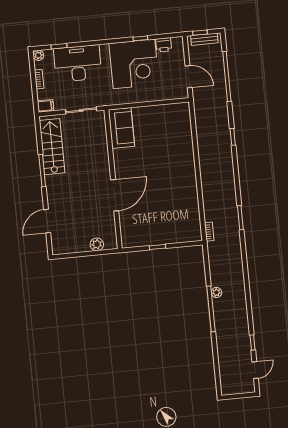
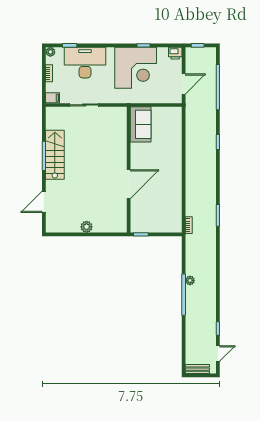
bench: (204, 39) -> (197, 369), moved
printer: (164, 45) -> (175, 53), moved
door: (189, 77) -> (184, 84), hinge flipped
sofa: (121, 128) -> (141, 124), moved
stairs: (52, 147) -> (55, 155), moved
wall: (113, 179) -> (129, 170), moved
door: (115, 195) -> (129, 184), moved

